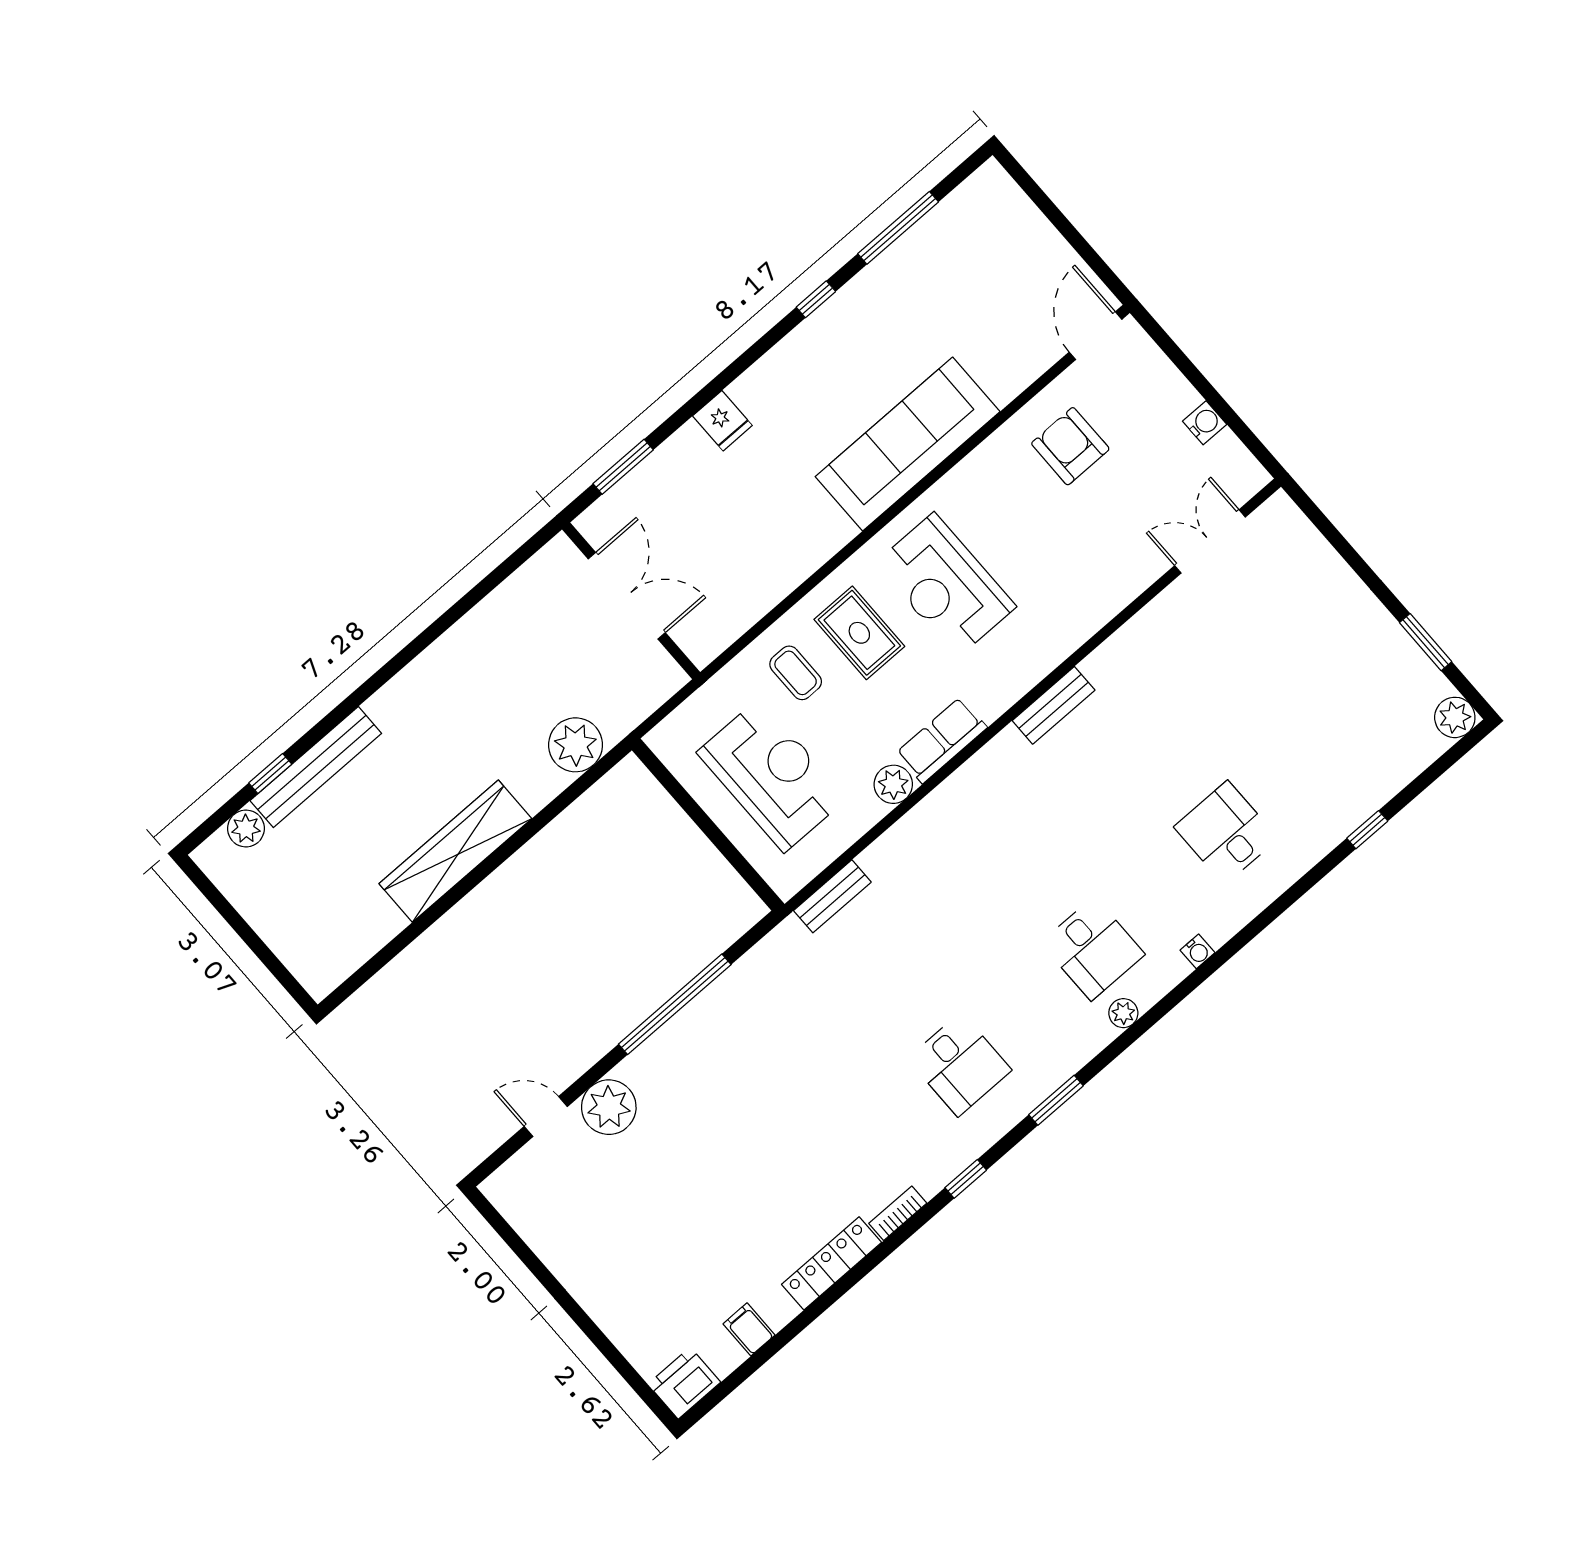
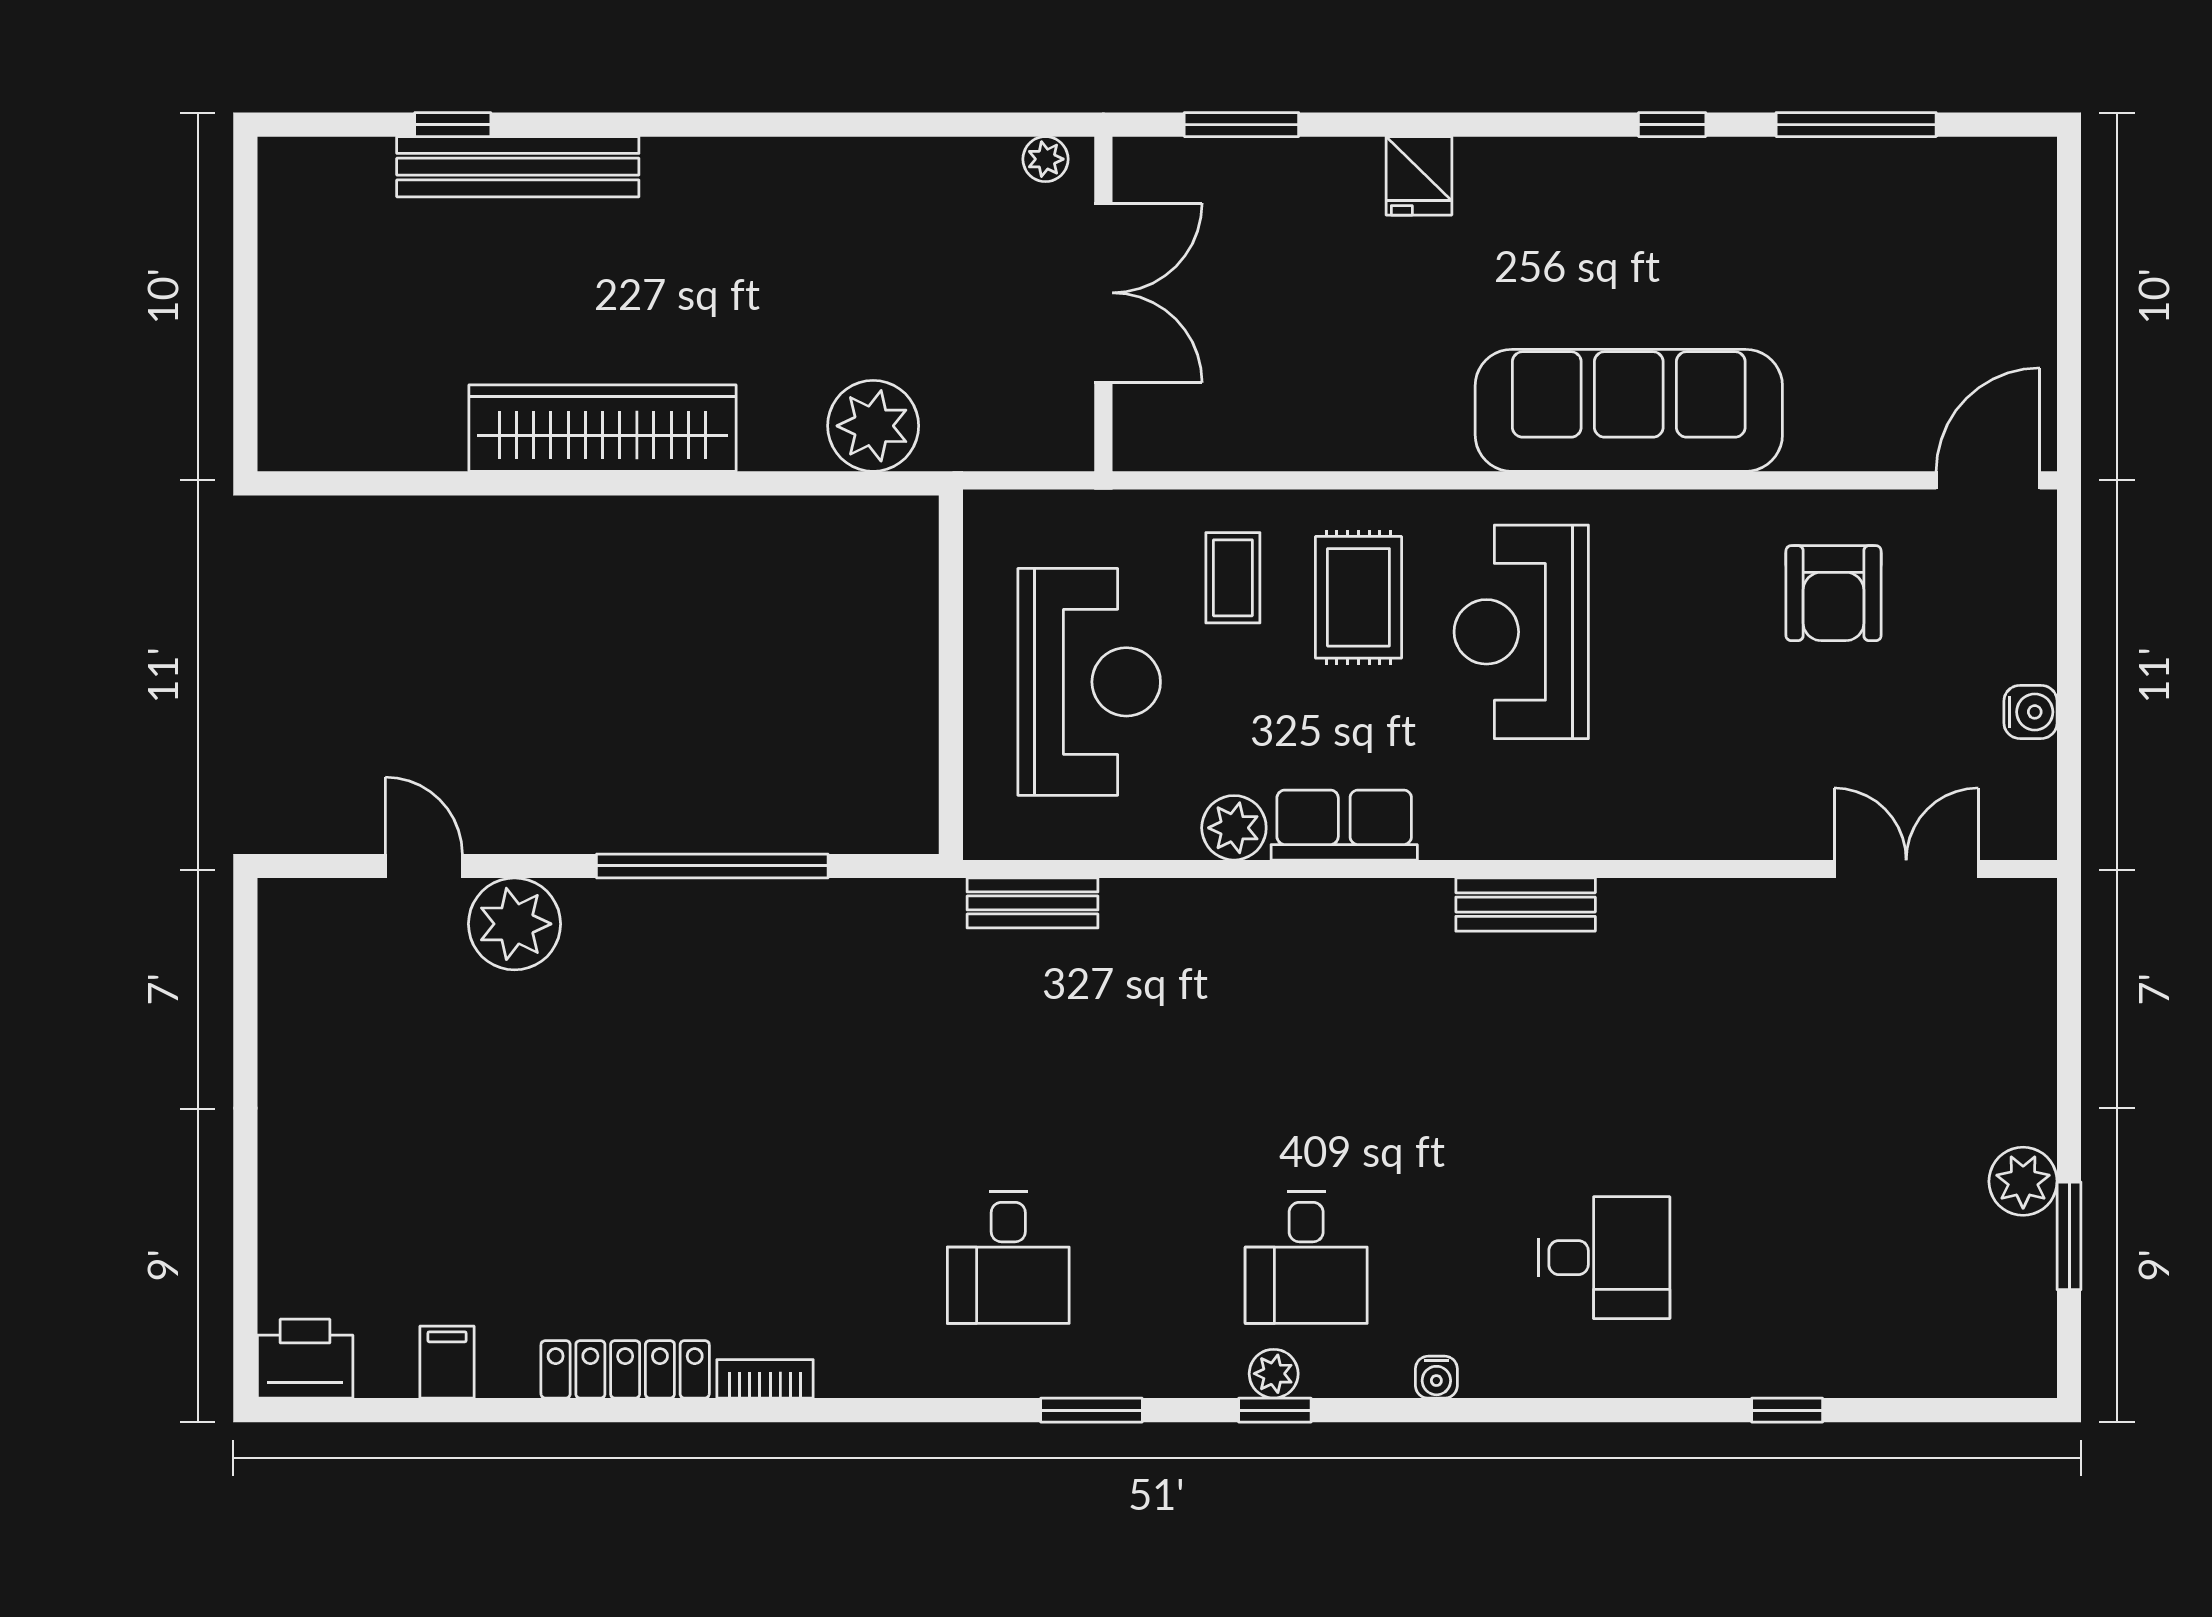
armchair: (1070, 446) -> (1834, 593), turned 180
plant: (1455, 717) -> (2023, 1181), moved
plant: (246, 828) -> (1045, 159), moved, width x0.73, depth x0.73
desk: (1226, 833) -> (1604, 1258), turned 90
window: (966, 1179) -> (1275, 1410), moved

